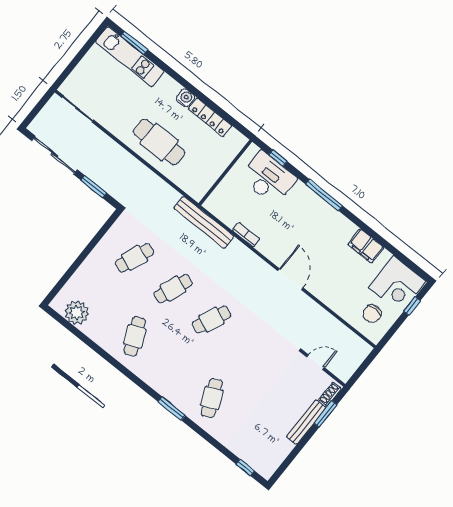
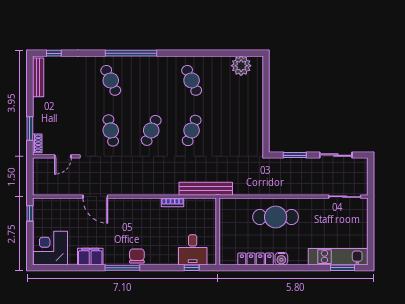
sliding door: (54, 155) -> (336, 155), width x0.73
desk: (268, 178) -> (193, 250), width x0.73
window: (324, 195) -> (122, 268), moved
cafe table: (135, 258) -> (111, 130), moved, turned -33
door: (290, 279) -> (95, 197), moved
window: (412, 306) -> (30, 213), moved
chair: (372, 314) -> (137, 256), moved
window: (172, 409) -> (131, 53), width x2.11
bench: (306, 422) -> (38, 77), moved

